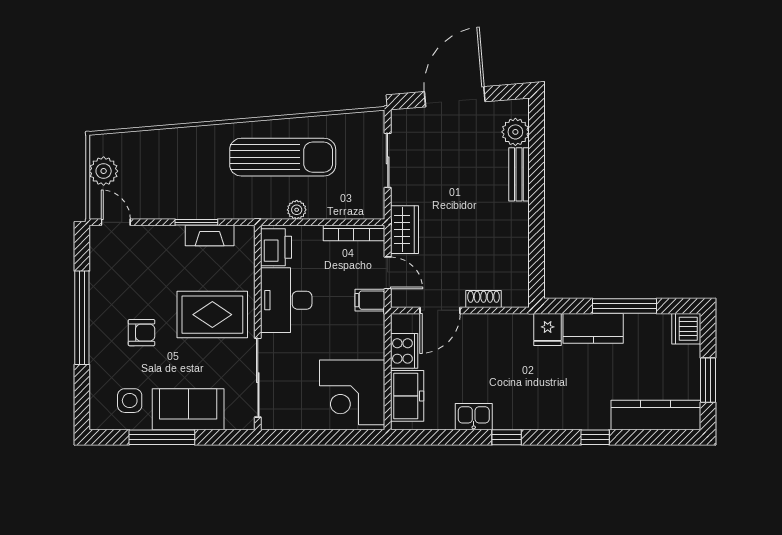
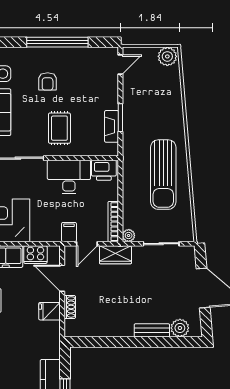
plant: (104, 171) -> (167, 56), moved
plant: (297, 210) -> (129, 235), moved
rug: (212, 315) -> (59, 128), width x0.73, depth x0.70
fridge: (548, 330) -> (50, 311), moved

